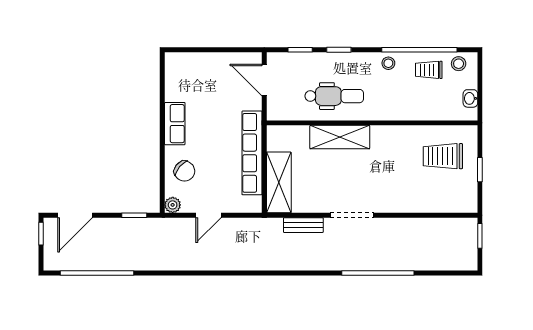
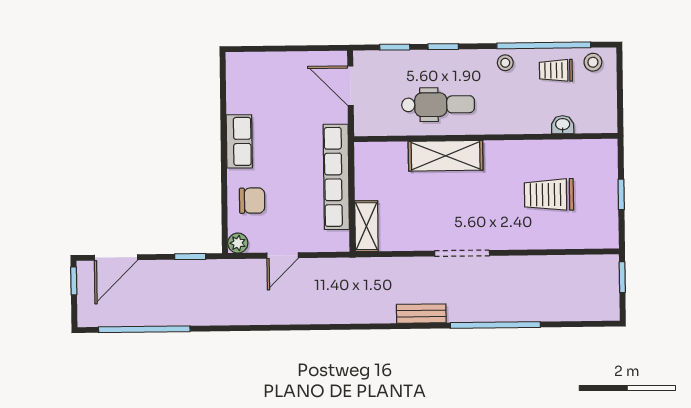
washbasin: (470, 98) -> (563, 125), moved, turned 90
trolley: (443, 156) -> (549, 195), moved
chair: (184, 171) -> (252, 201), turned -40
shelving: (279, 182) -> (366, 226), width x0.67, depth x0.75
bench: (303, 225) -> (421, 314), moved

